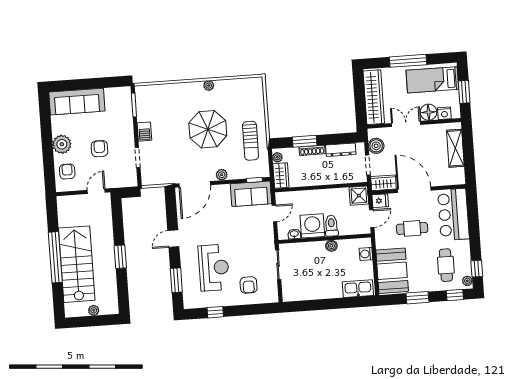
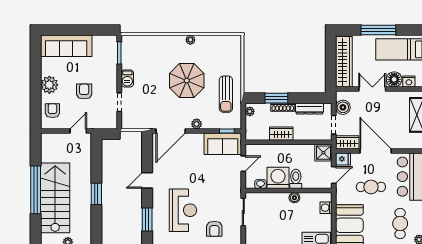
wardrobe: (281, 176) -> (281, 134), moved, turned -90

